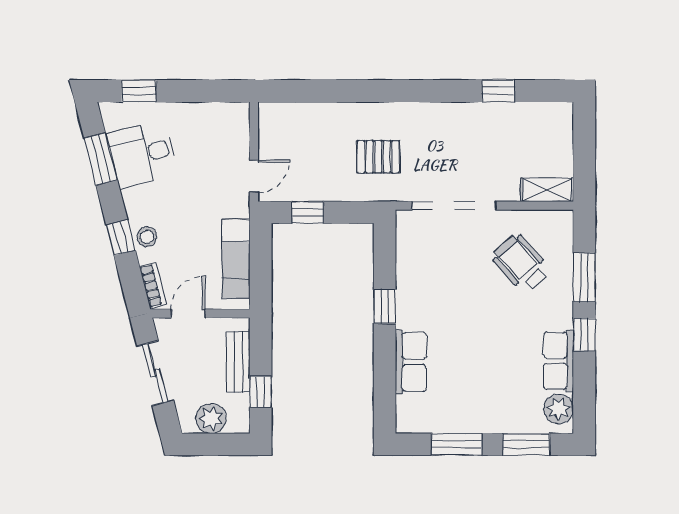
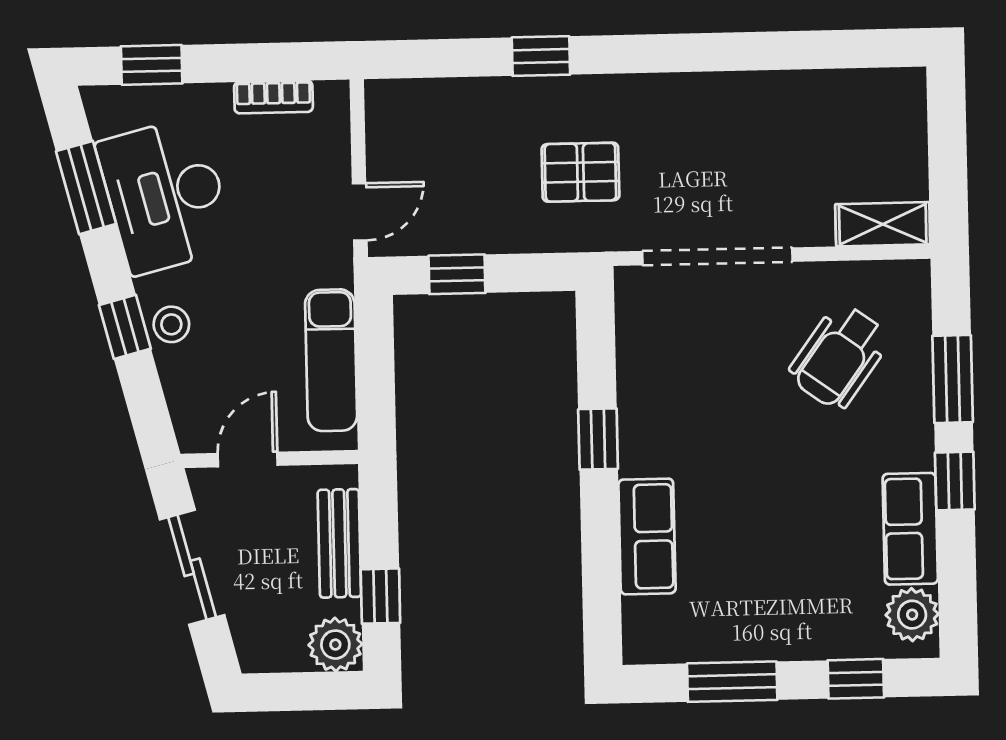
window: (498, 91) -> (541, 56), moved
desk: (143, 154) -> (165, 196), width x1.37
wheelchair: (521, 263) -> (839, 356), turned -102
bookcase: (153, 285) -> (273, 97), moved, turned 104
plant: (211, 418) -> (335, 645), moved
window: (526, 444) -> (856, 679), width x0.67

